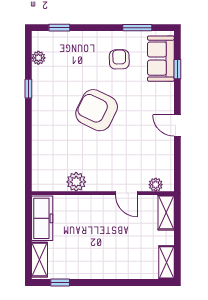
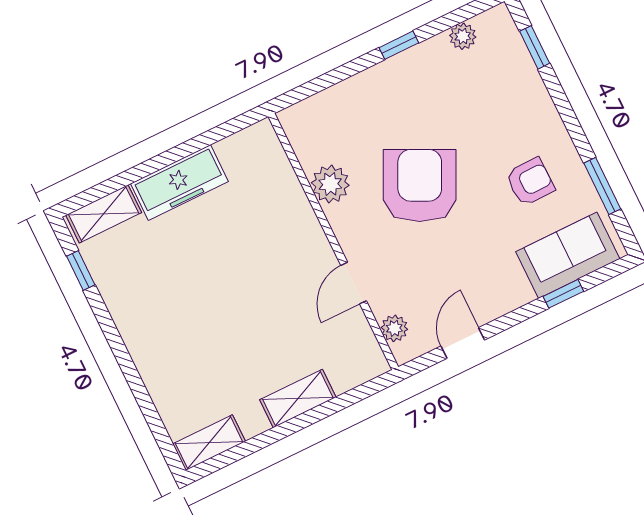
plant: (76, 182) -> (330, 184), moved
plant: (156, 185) -> (394, 328), moved
wall: (103, 193) -> (333, 242), moved
door: (126, 193) -> (354, 283), moved

